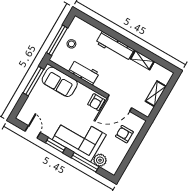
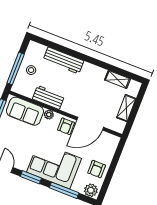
workbench: (115, 46) -> (63, 60), moved
shelving: (142, 60) -> (117, 79), moved
plant: (82, 89) -> (49, 115), added
armchair: (124, 134) -> (97, 169), moved, turned -90
plant: (100, 160) -> (91, 190), moved

